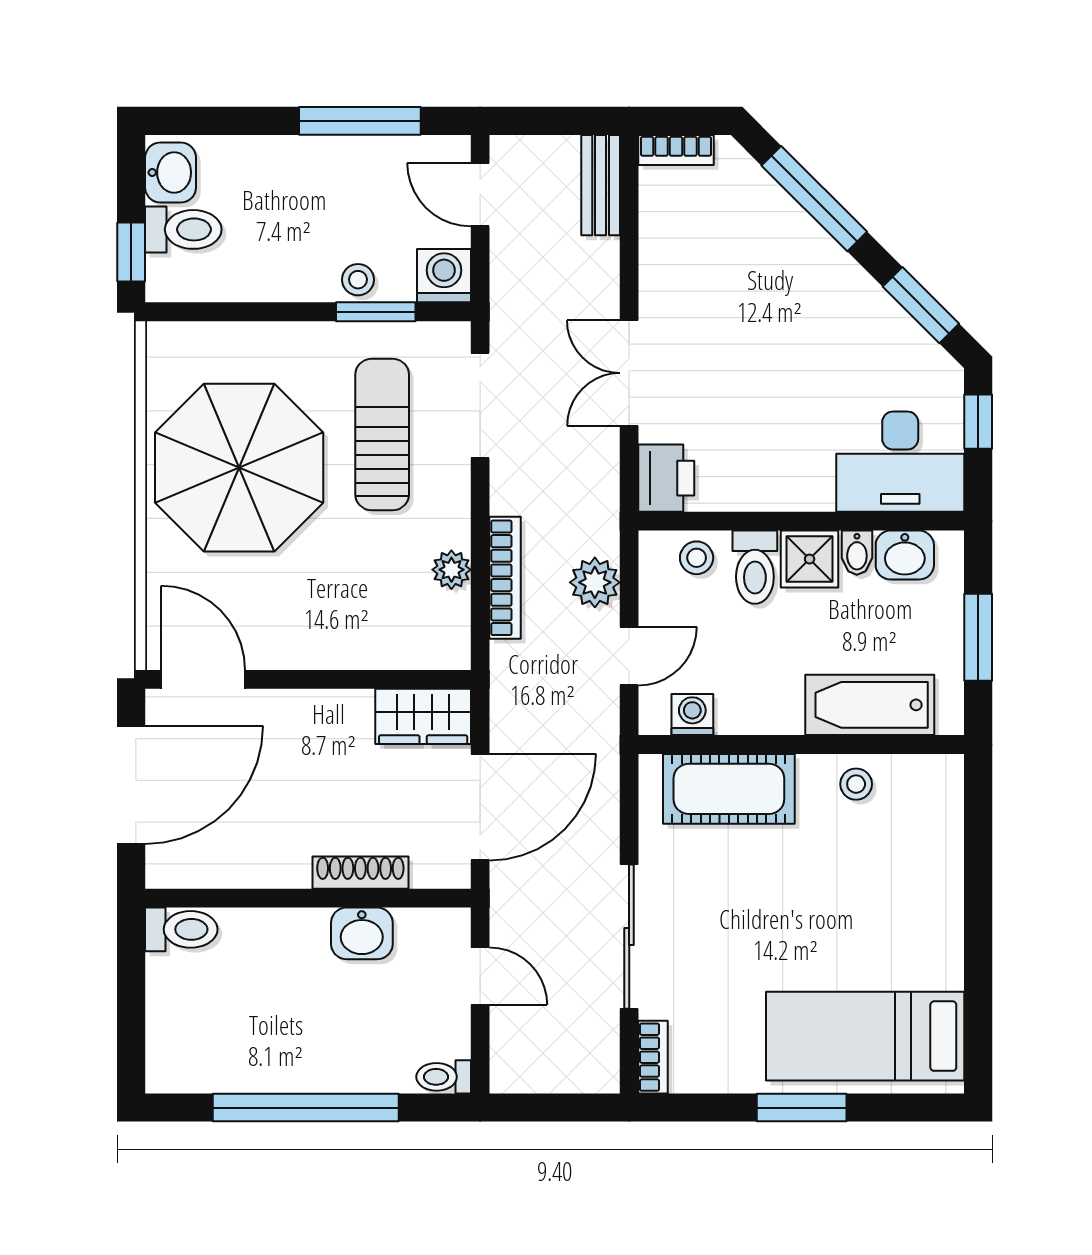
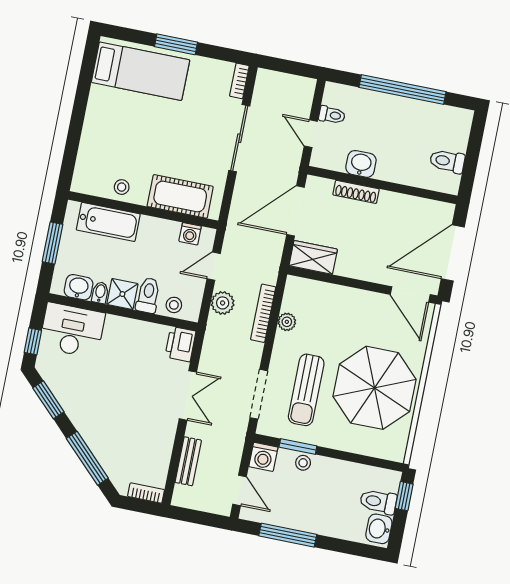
bench: (601, 185) -> (188, 461), moved
toilet: (181, 929) -> (447, 161), moved
toilet: (444, 1077) -> (332, 115), moved

